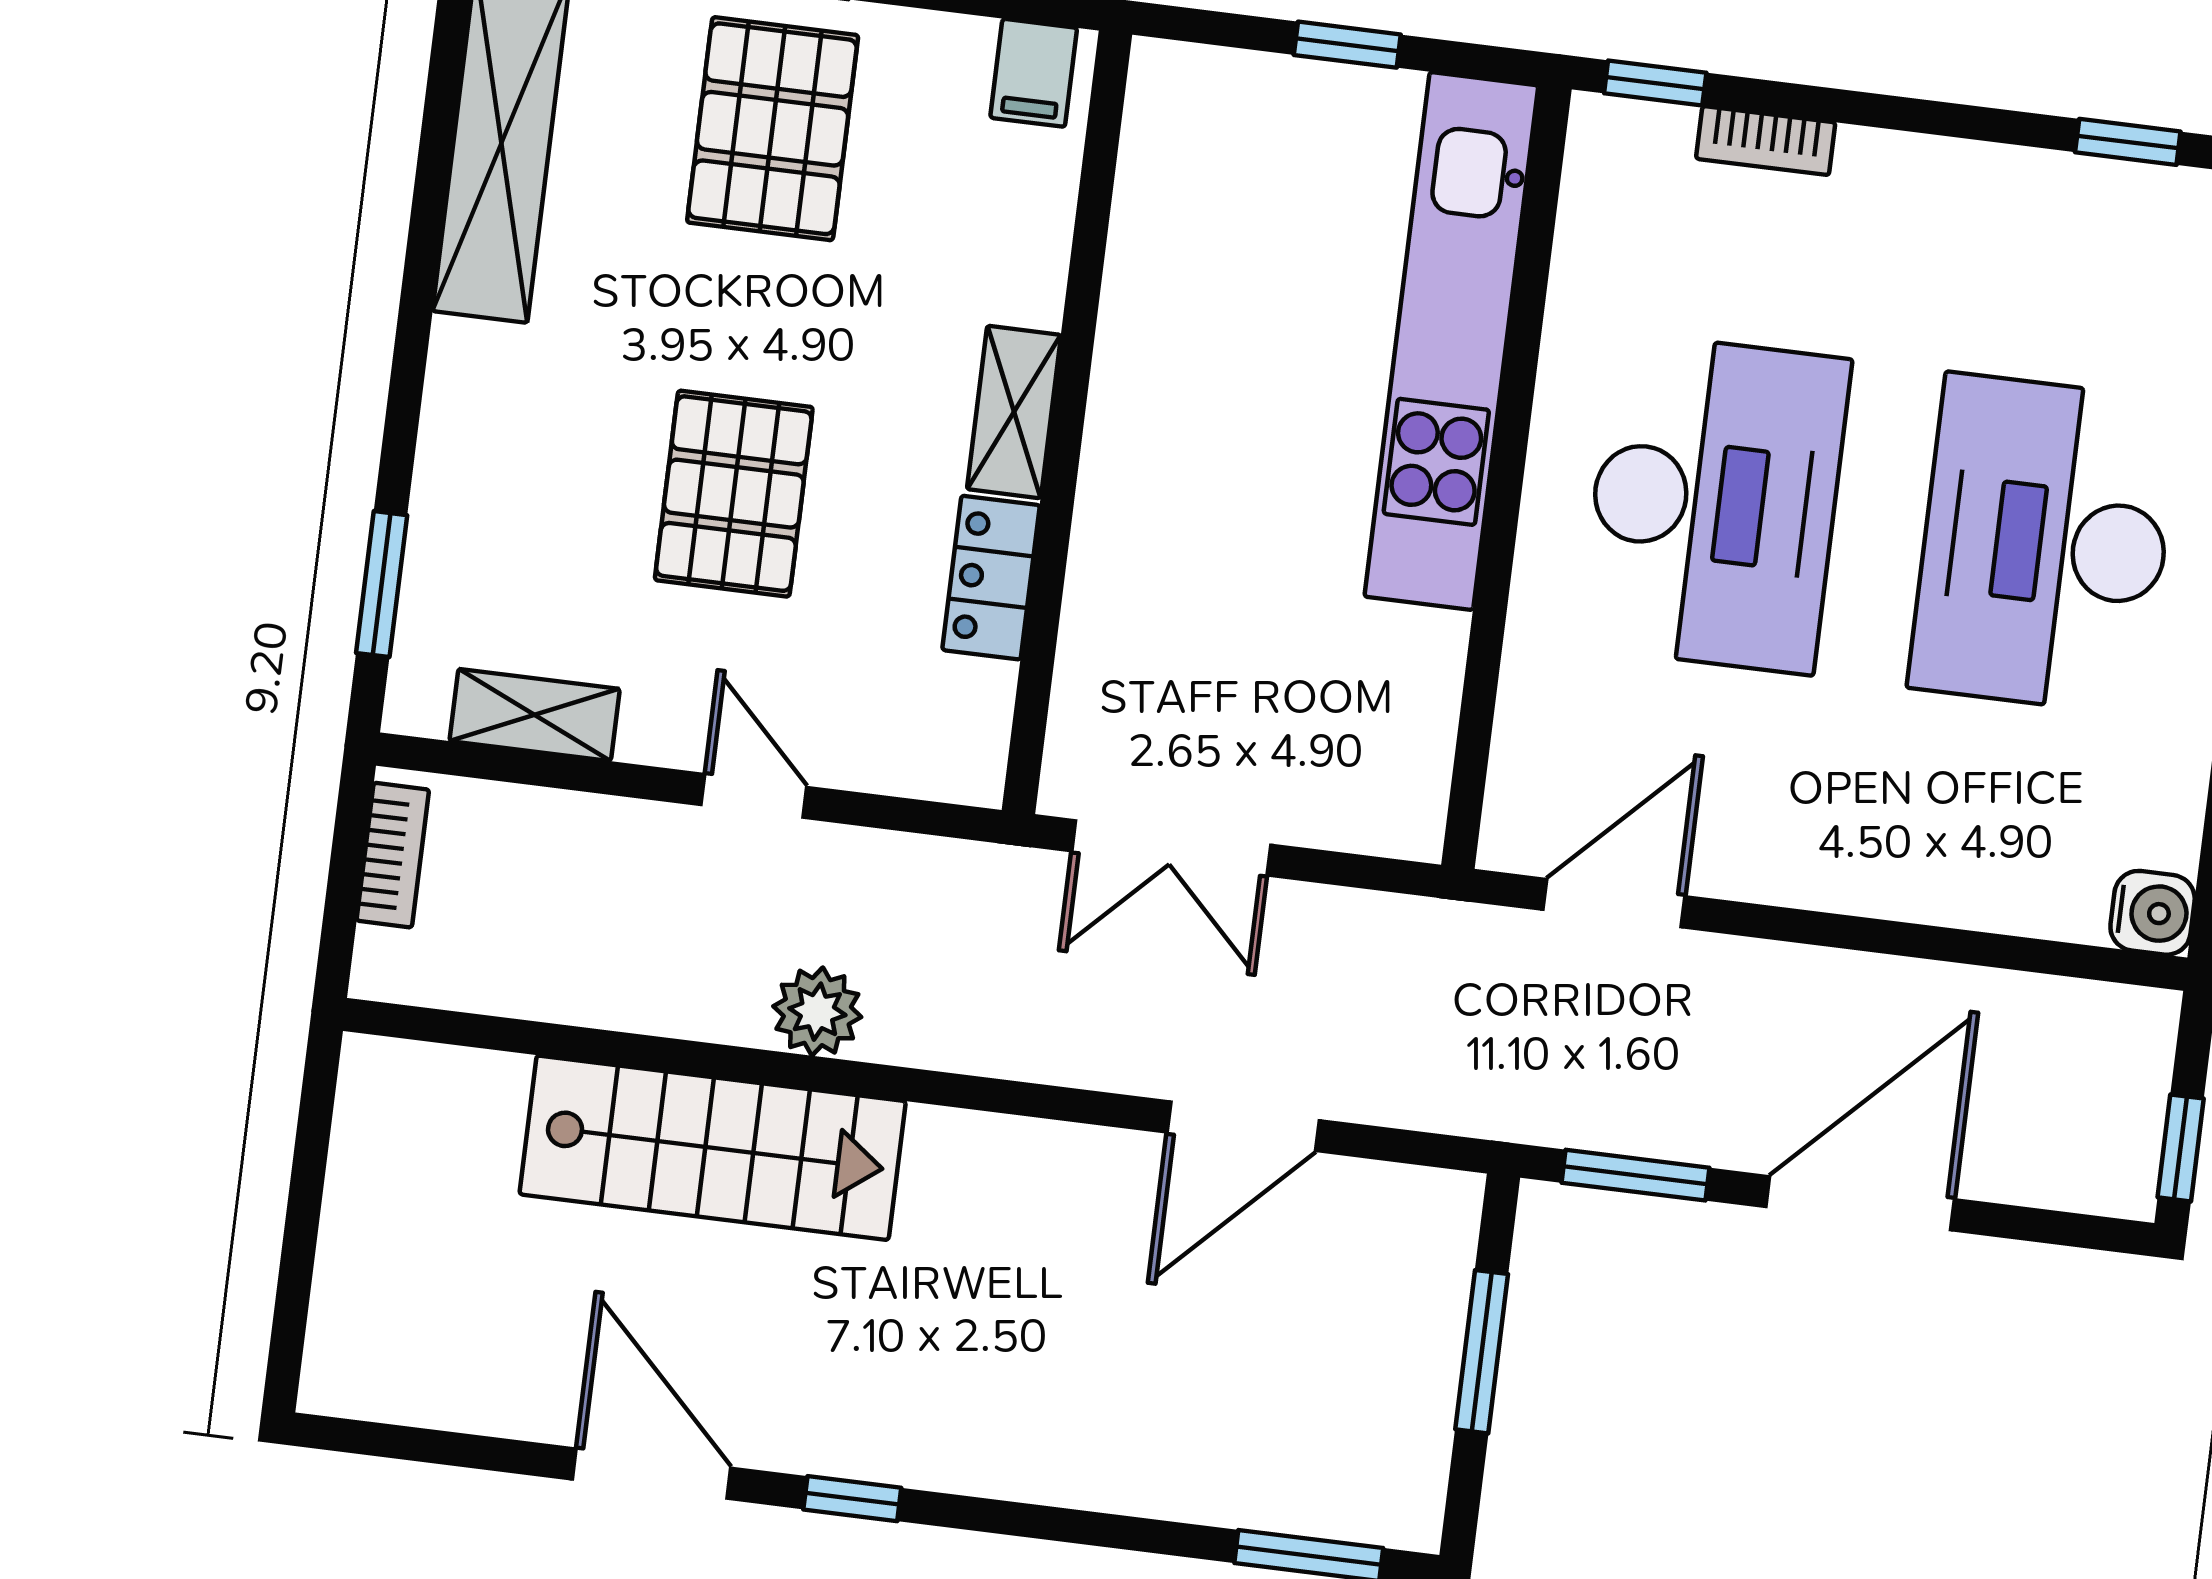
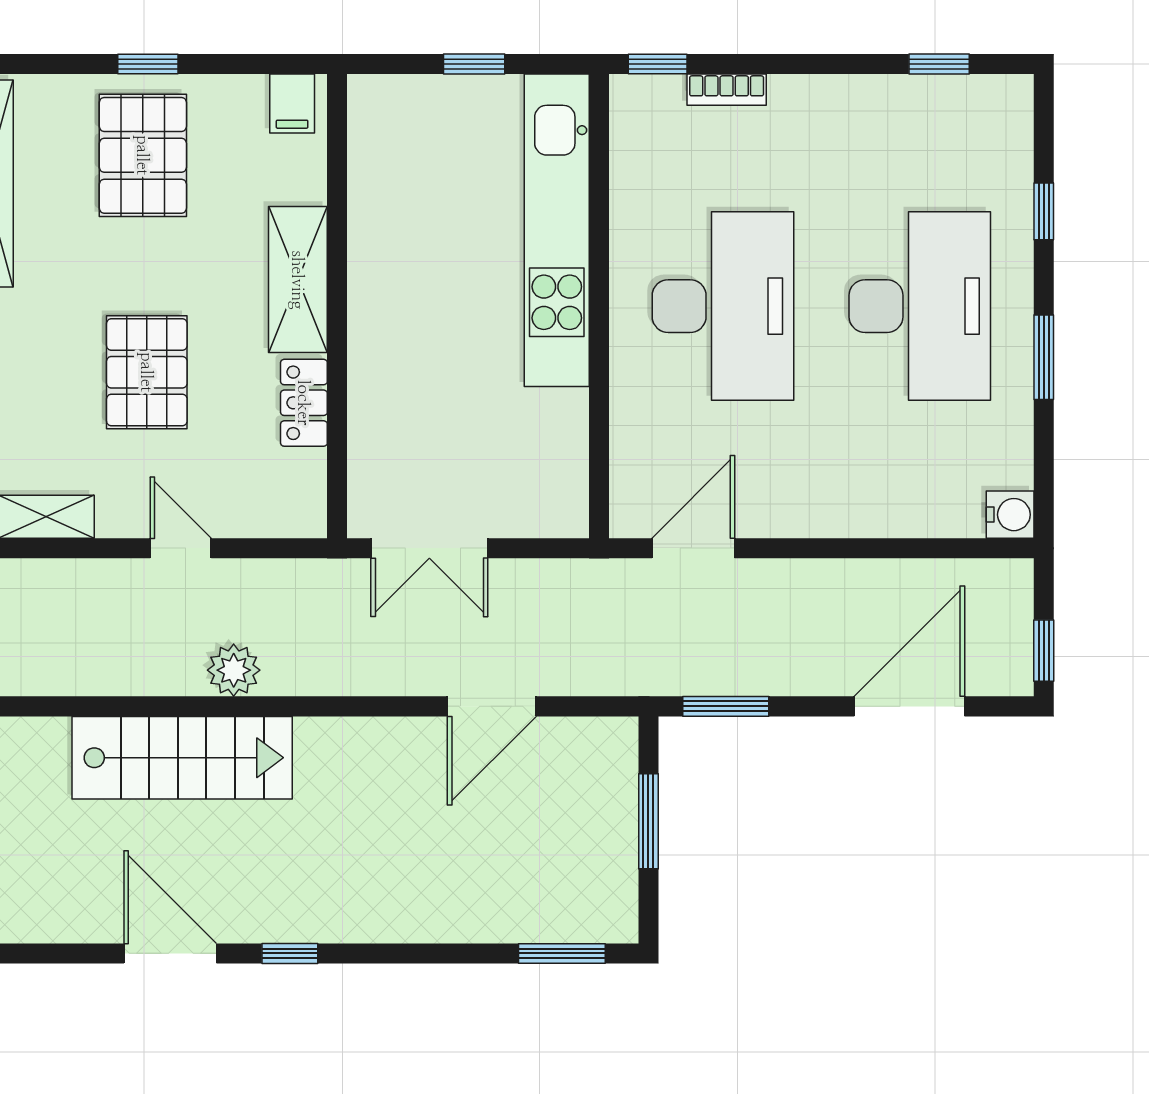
shelving: (1014, 412) -> (298, 280), width x1.50, depth x1.33
desk: (2045, 544) -> (920, 306), turned 180
door: (1860, 1203) -> (909, 706), moved

